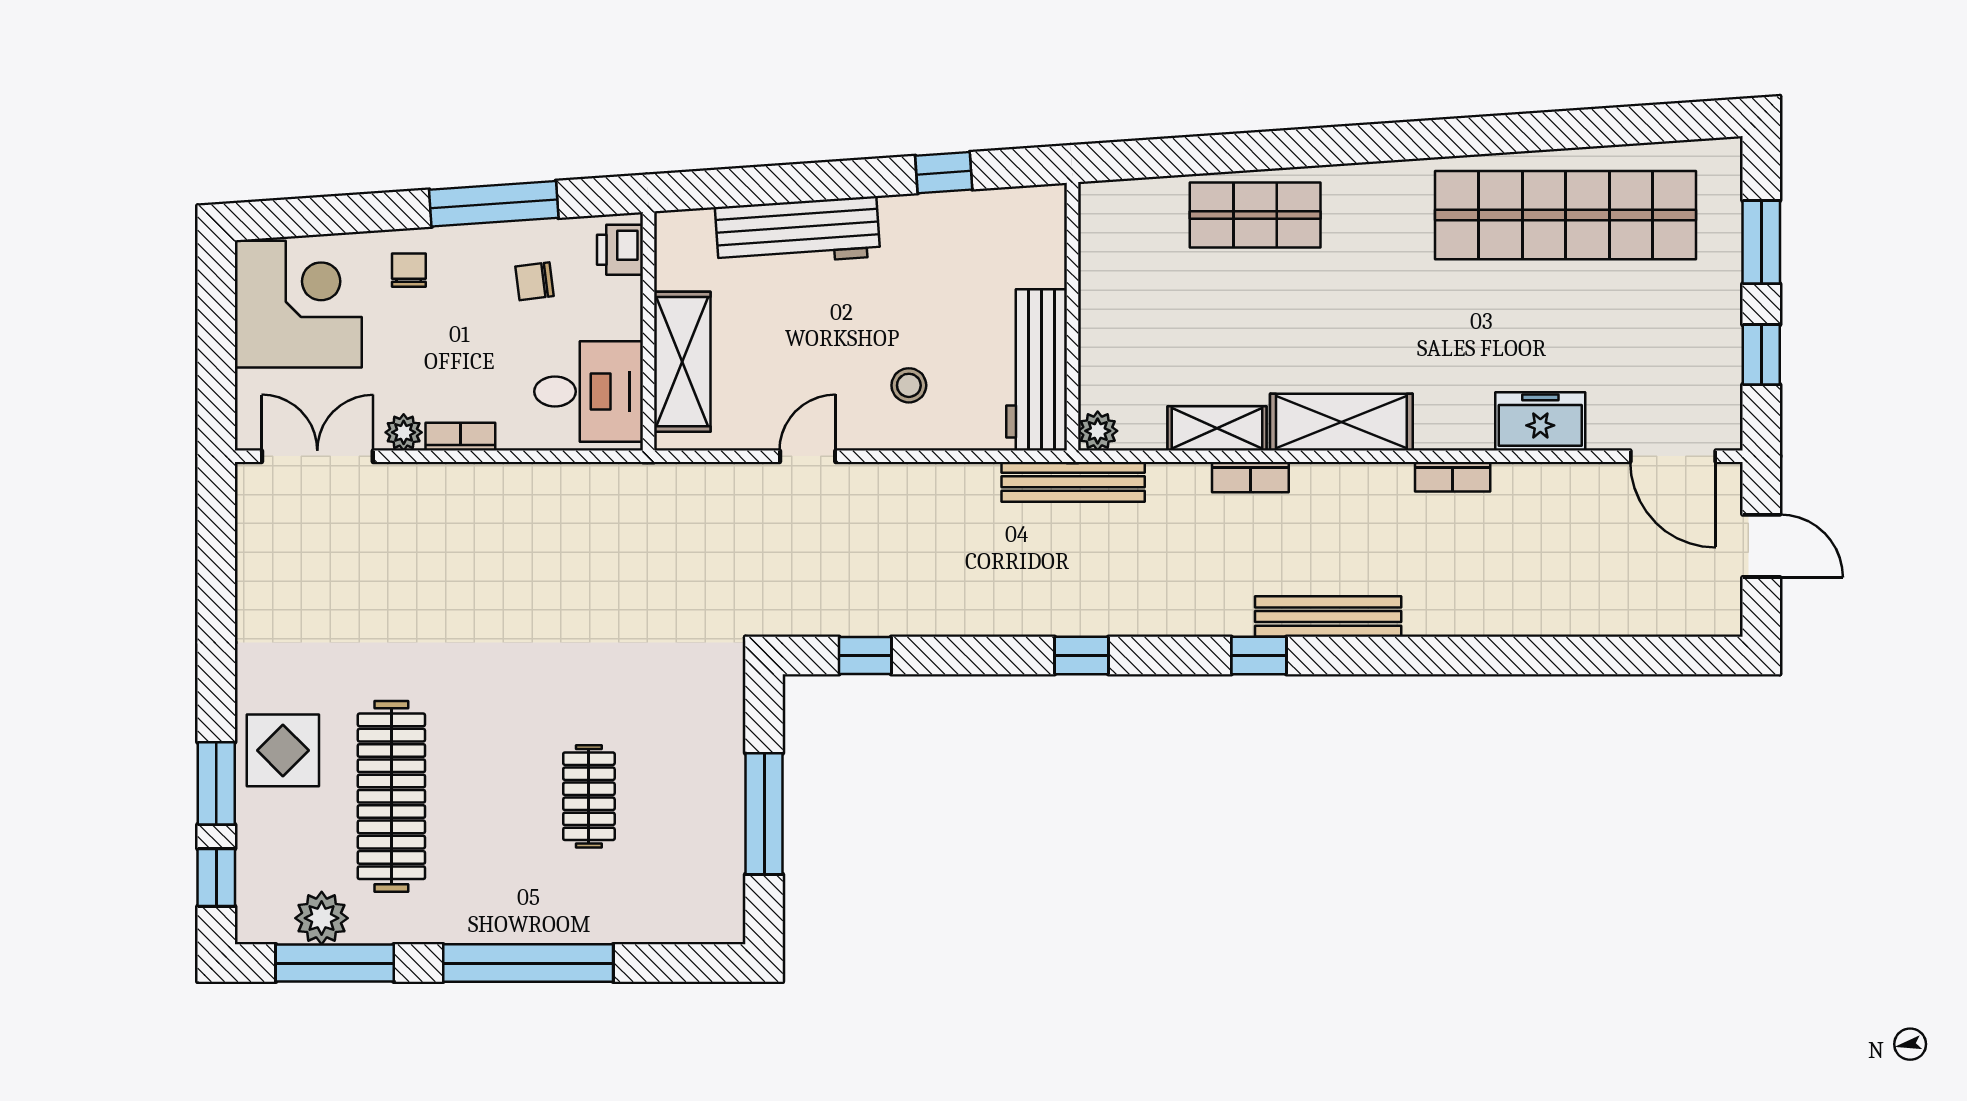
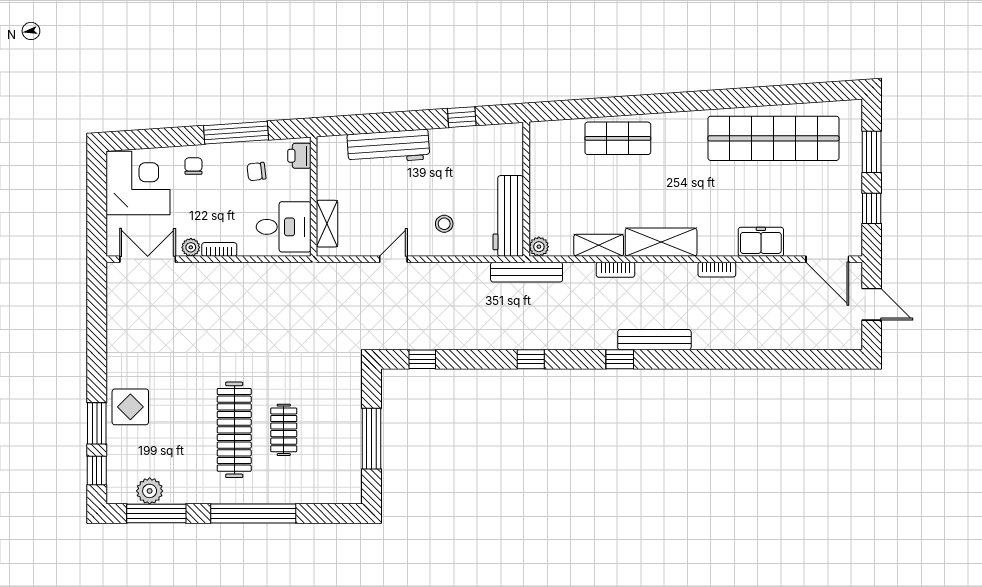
shelving: (682, 362) -> (327, 224), width x0.67, depth x0.75
clothes rail: (391, 796) -> (234, 430), moved

